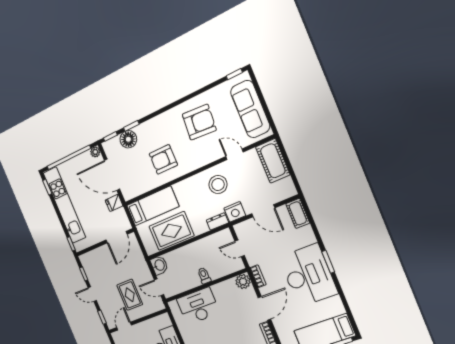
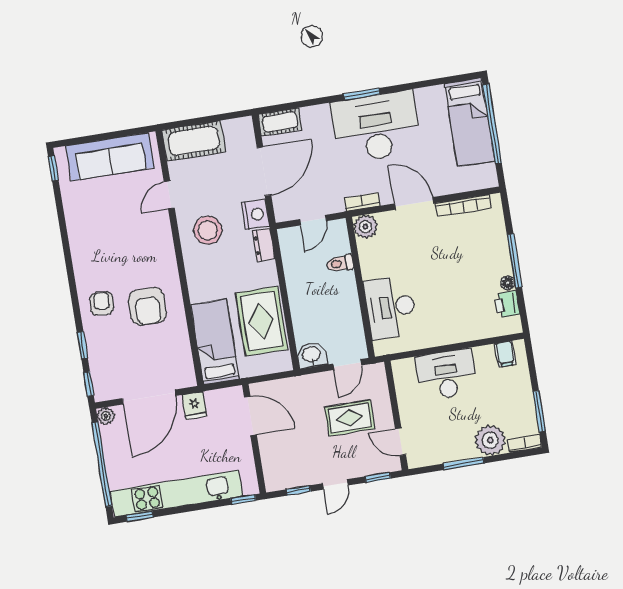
armchair: (199, 122) -> (102, 304), moved, width x0.53, depth x0.53
floor lamp: (128, 139) -> (101, 355), removed
door: (263, 211) -> (264, 171), width x1.36
toilet: (204, 276) -> (340, 263), moved

